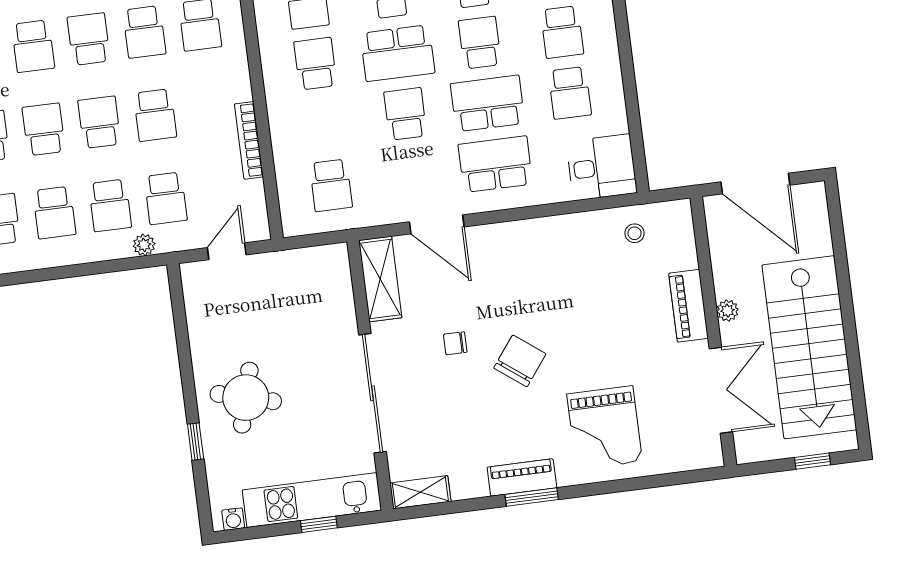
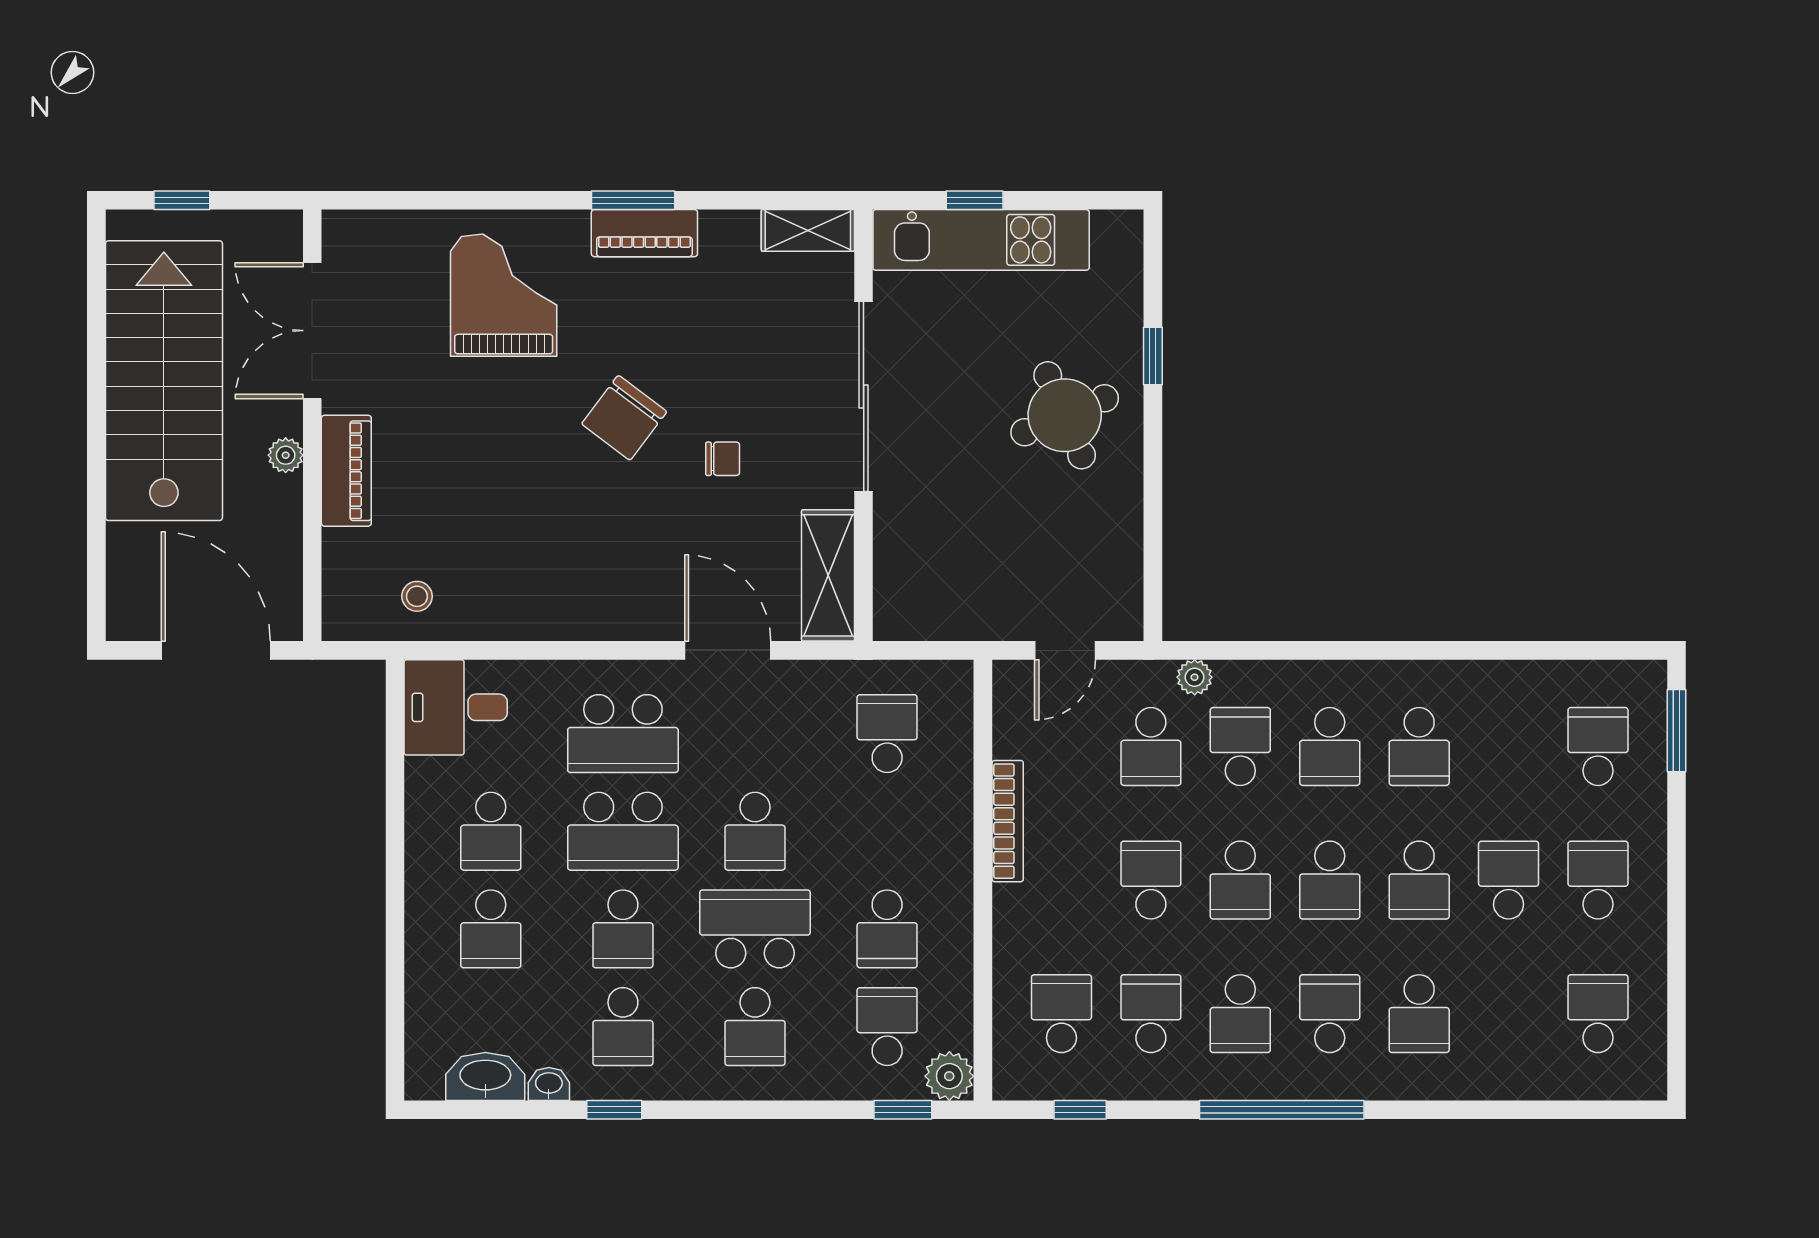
school desk: (562, 32) -> (491, 929), turned 180
school desk: (570, 93) -> (491, 831), turned 180
school desk: (166, 198) -> (1151, 746), turned 180
school desk: (54, 213) -> (1330, 746), turned 180
round table: (246, 398) -> (1065, 415), turned -38
water cooler: (233, 519) -> (1109, 226), removed

